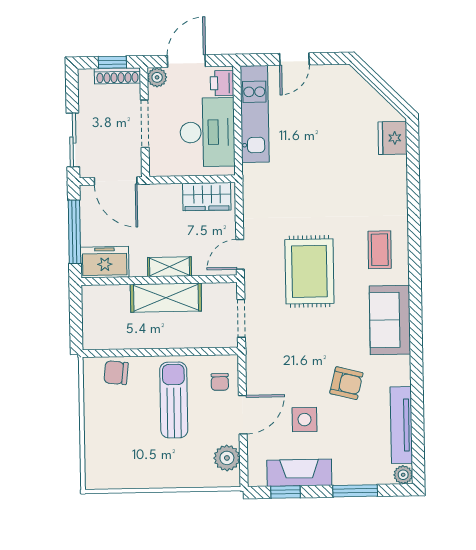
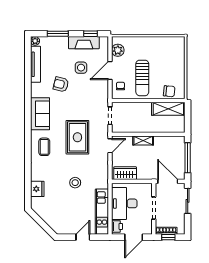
plant: (157, 77) -> (147, 230), removed
fridge: (392, 138) -> (37, 189), moved
stool: (313, 175) -> (75, 183), added
freezer: (105, 262) -> (174, 143), removed
shelving: (166, 298) -> (168, 109), moved

